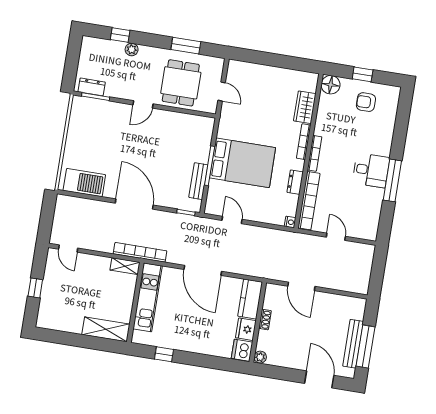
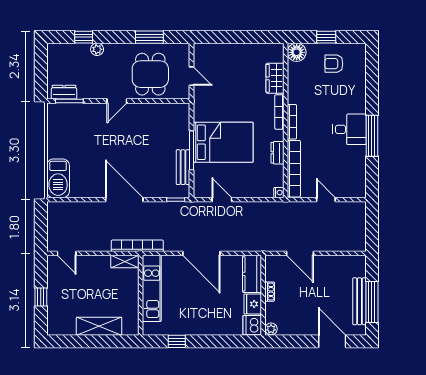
barbecue: (84, 183) -> (58, 178), moved, turned 90
shelving: (106, 329) -> (99, 326), moved

